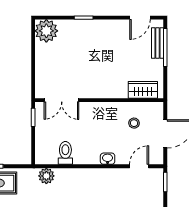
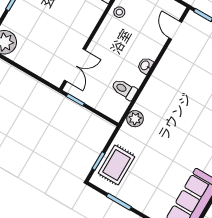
stool: (134, 123) -> (119, 12), moved
washbasin: (108, 159) -> (145, 66), moved

